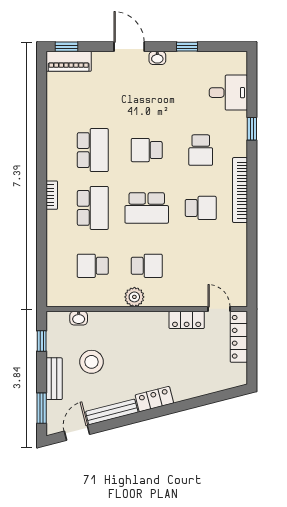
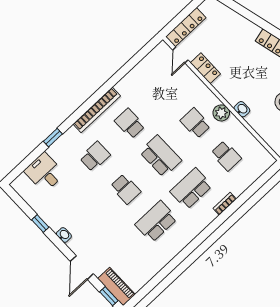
door: (129, 47) -> (82, 268), moved
bookcase: (52, 195) -> (225, 204), moved
washbasin: (79, 318) -> (242, 109), moved

